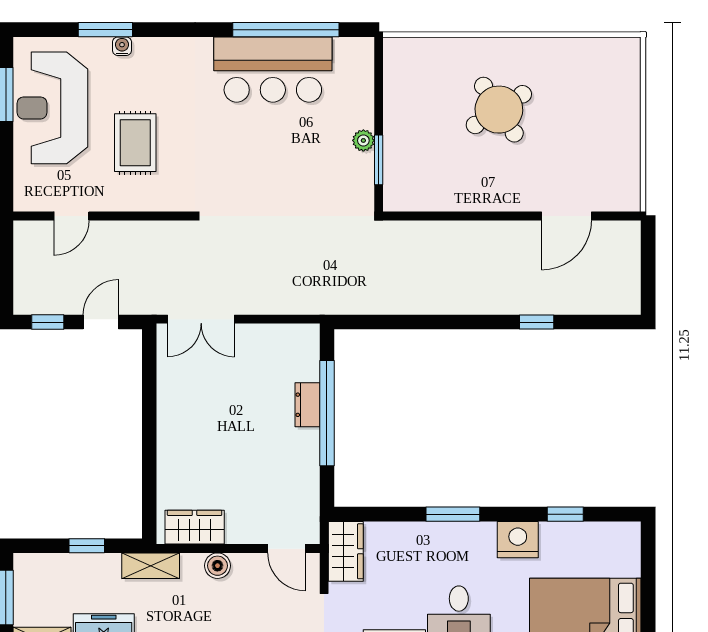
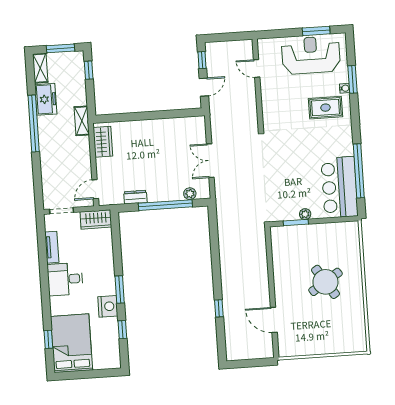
bar counter: (273, 70) -> (339, 187), moved
rug: (135, 143) -> (325, 108), moved
double door: (201, 319) -> (210, 161), moved
door: (101, 322) -> (204, 87), hinge flipped
plant: (308, 364) -> (190, 194), added
dresser: (307, 405) -> (135, 197), moved
window: (453, 514) -> (120, 289), moved
window: (87, 546) -> (89, 70), moved
boiler: (217, 566) -> (84, 155), removed

